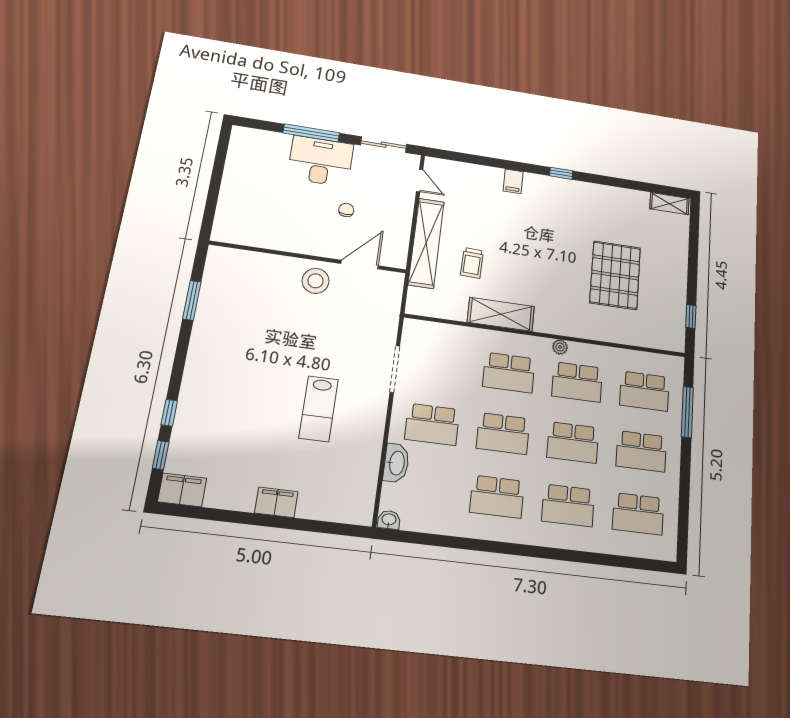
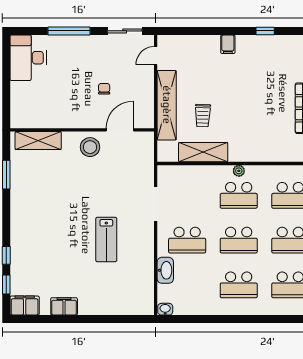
desk: (321, 161) -> (28, 58), moved, turned -90
door: (420, 180) -> (156, 56), swing flipped
shelving: (245, 262) -> (38, 141), added
shelving: (501, 314) -> (203, 152), moved
plant: (560, 347) -> (239, 171), moved
filing cabinet: (276, 502) -> (64, 306), moved

